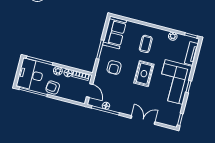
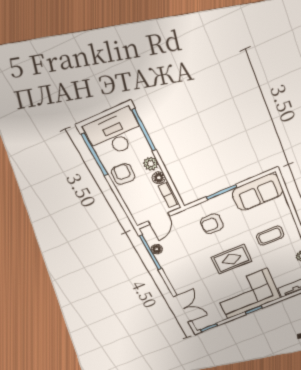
double door: (143, 120) -> (183, 309), moved

